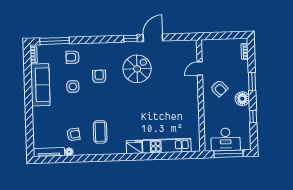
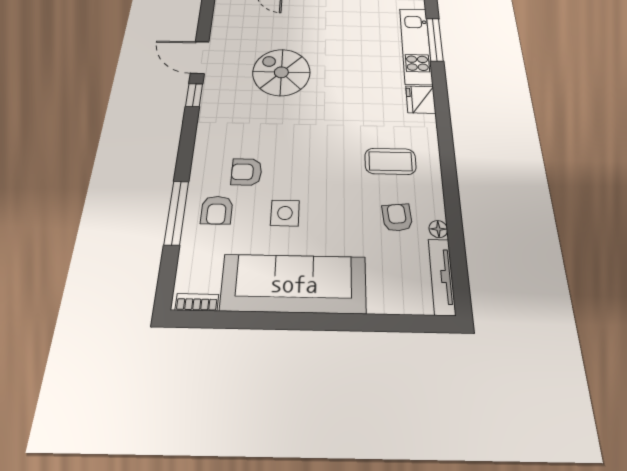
window: (55, 41) -> (177, 213), moved
spiral stairs: (137, 69) -> (281, 72), moved
armchair: (99, 77) -> (246, 172), moved
sofa: (40, 85) -> (294, 284), width x1.36, depth x1.27
window: (171, 156) -> (435, 40), added

